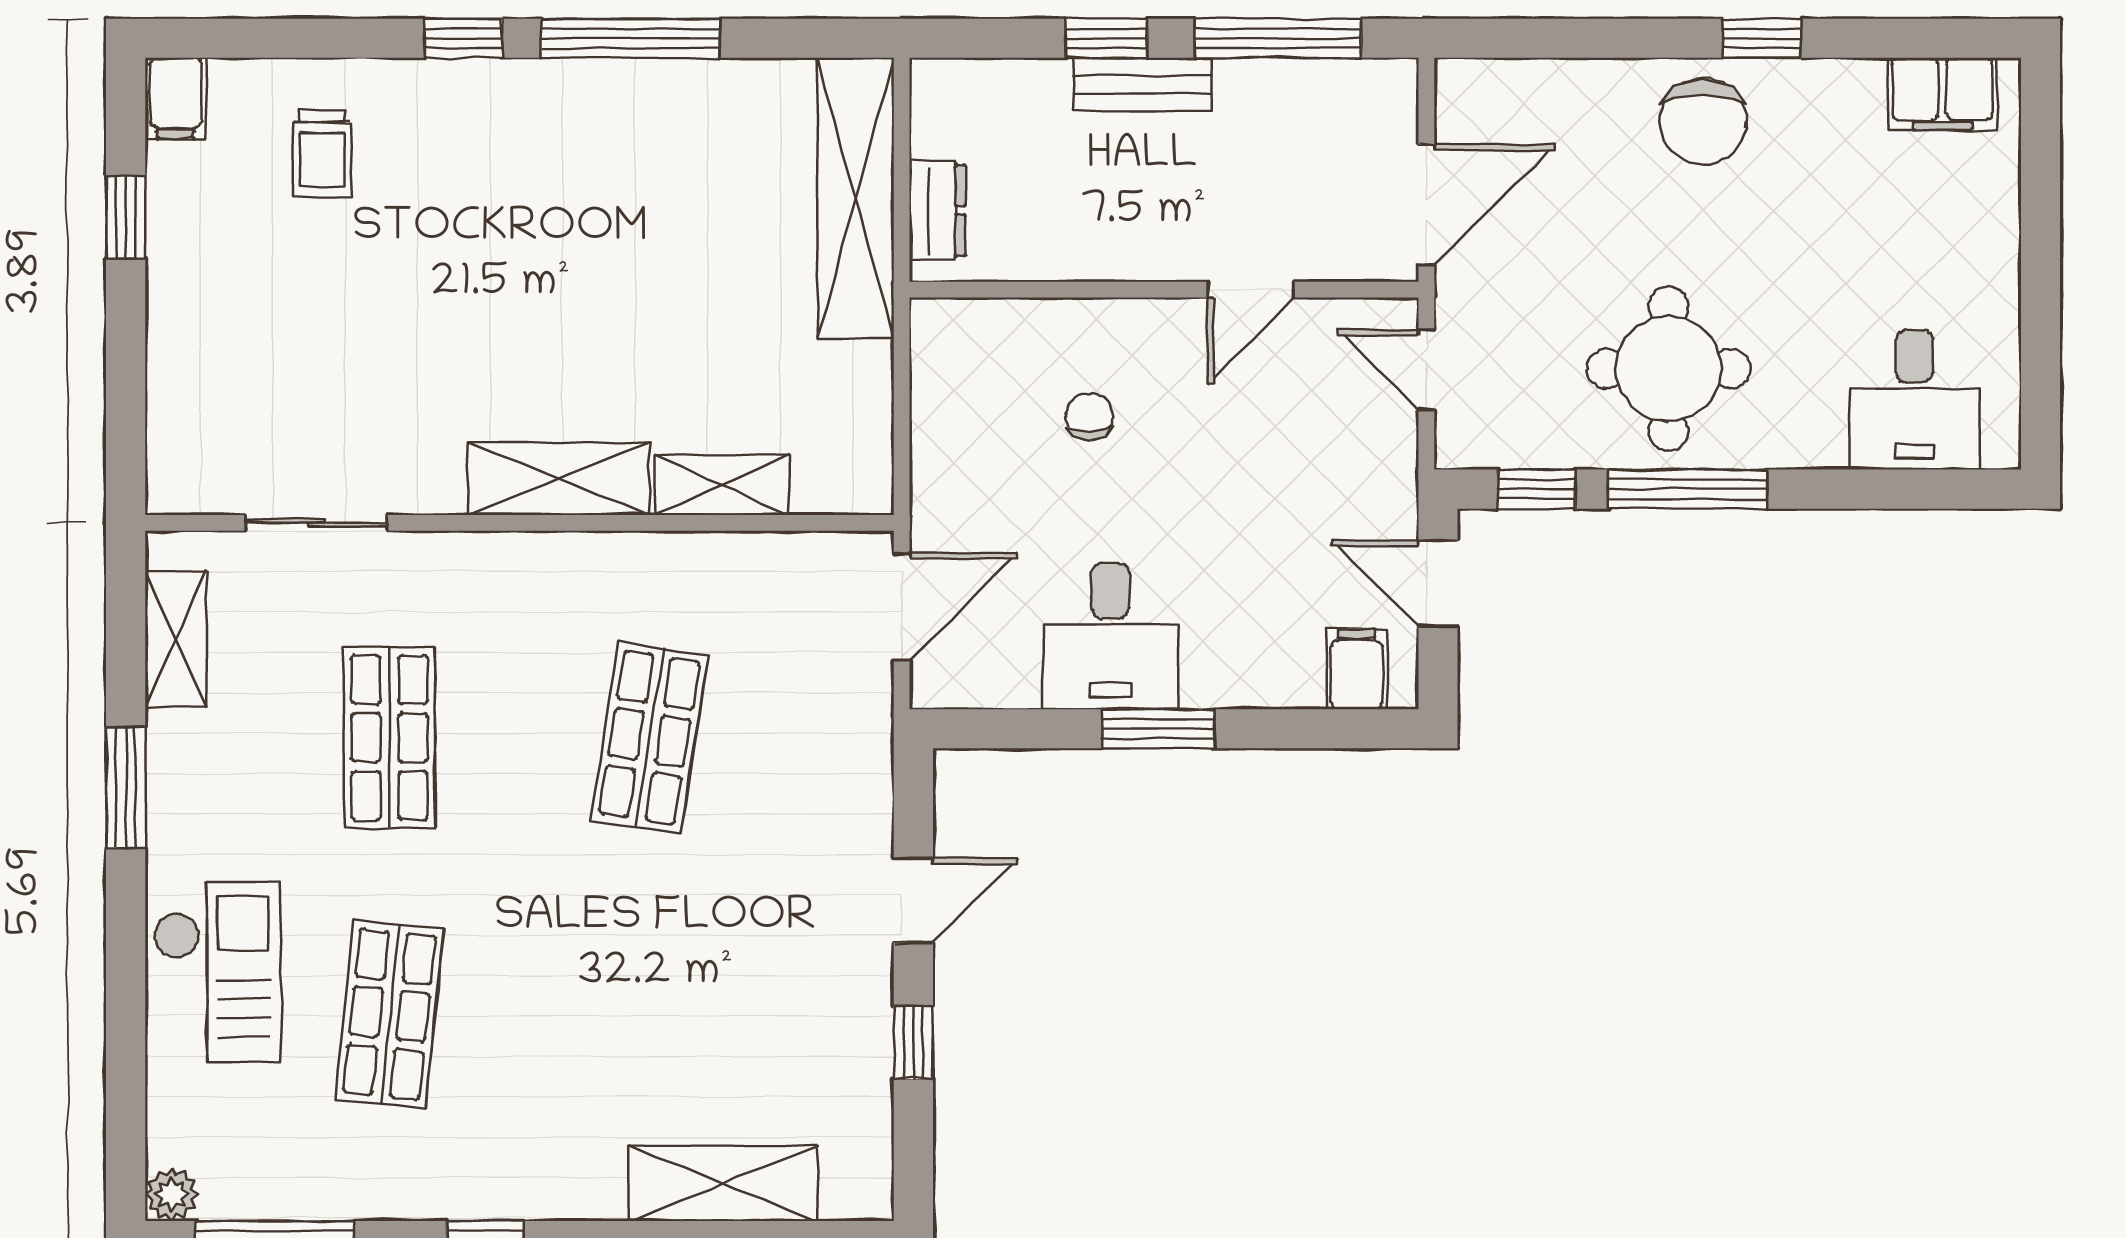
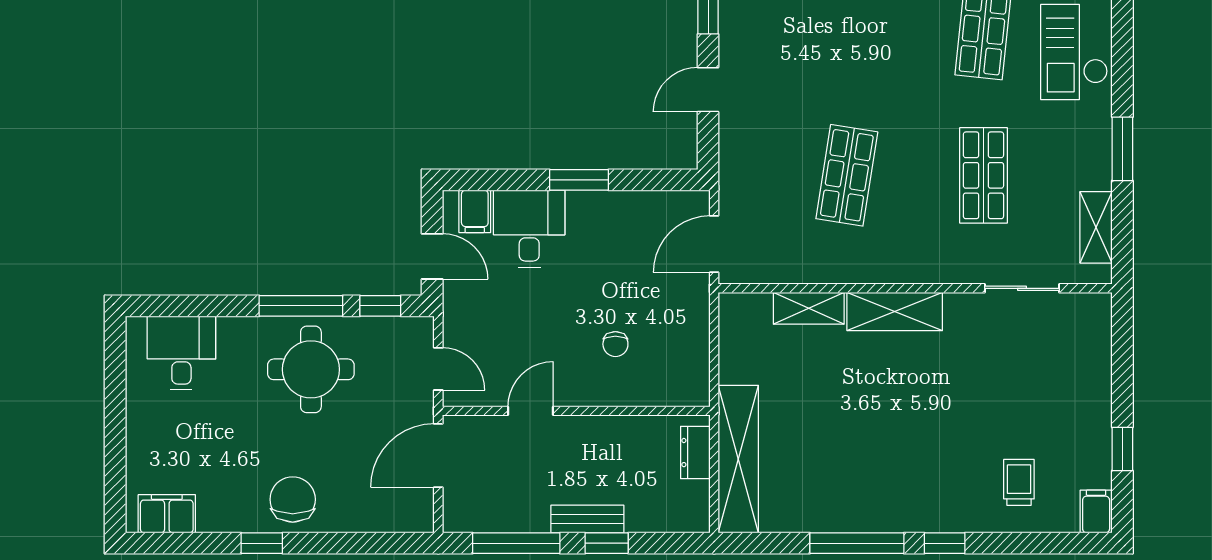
desk: (1110, 636) -> (529, 229), moved

